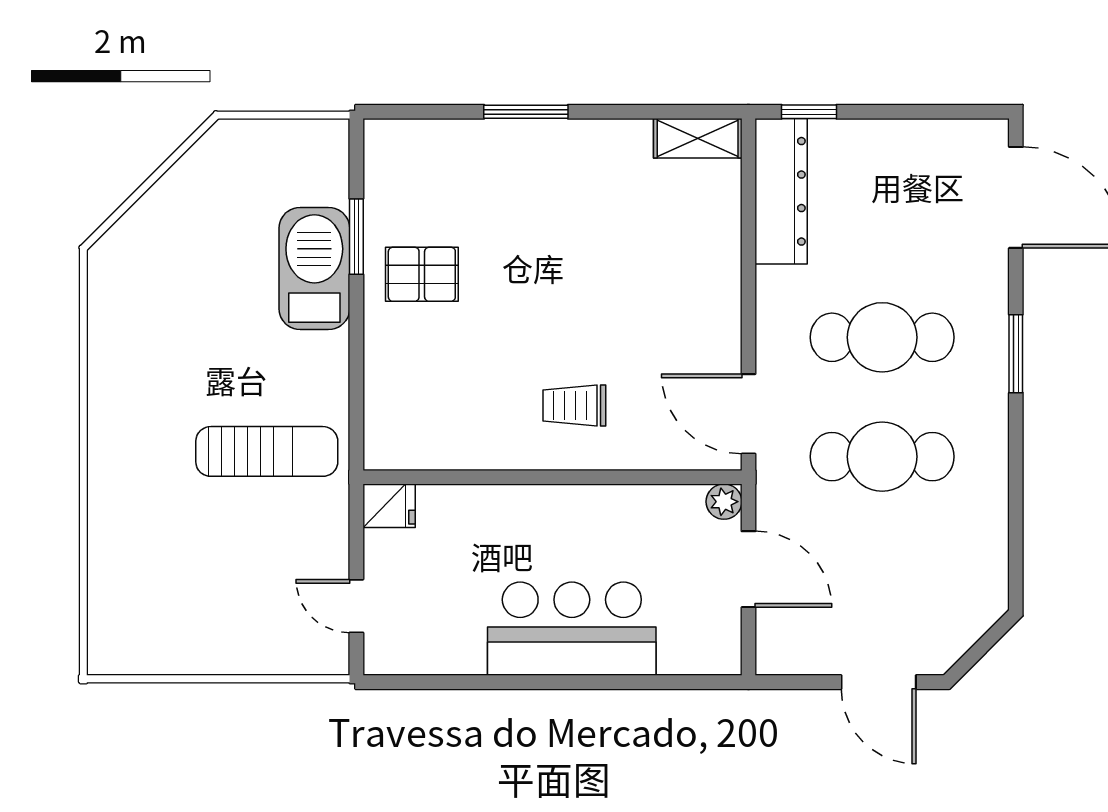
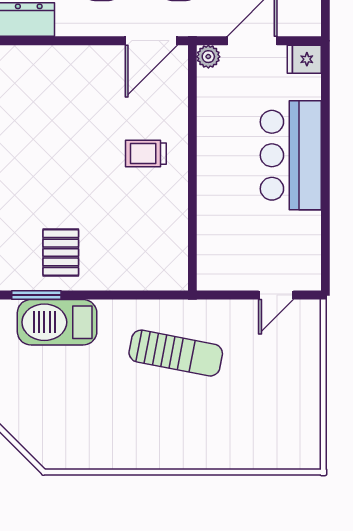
trolley: (574, 406) -> (146, 154), turned 90
sun lounger: (267, 451) -> (176, 353), turned 101
fridge: (389, 506) -> (304, 59), moved, turned -90

